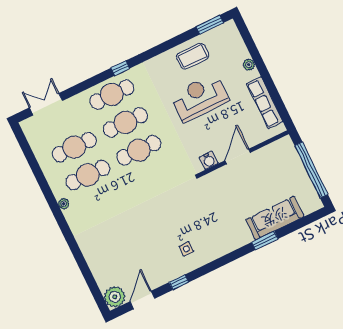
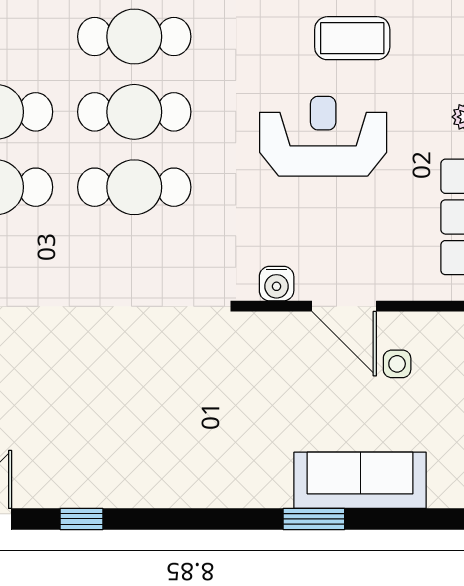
door: (238, 157) -> (344, 306), swing flipped
side table: (186, 249) -> (397, 364), moved

